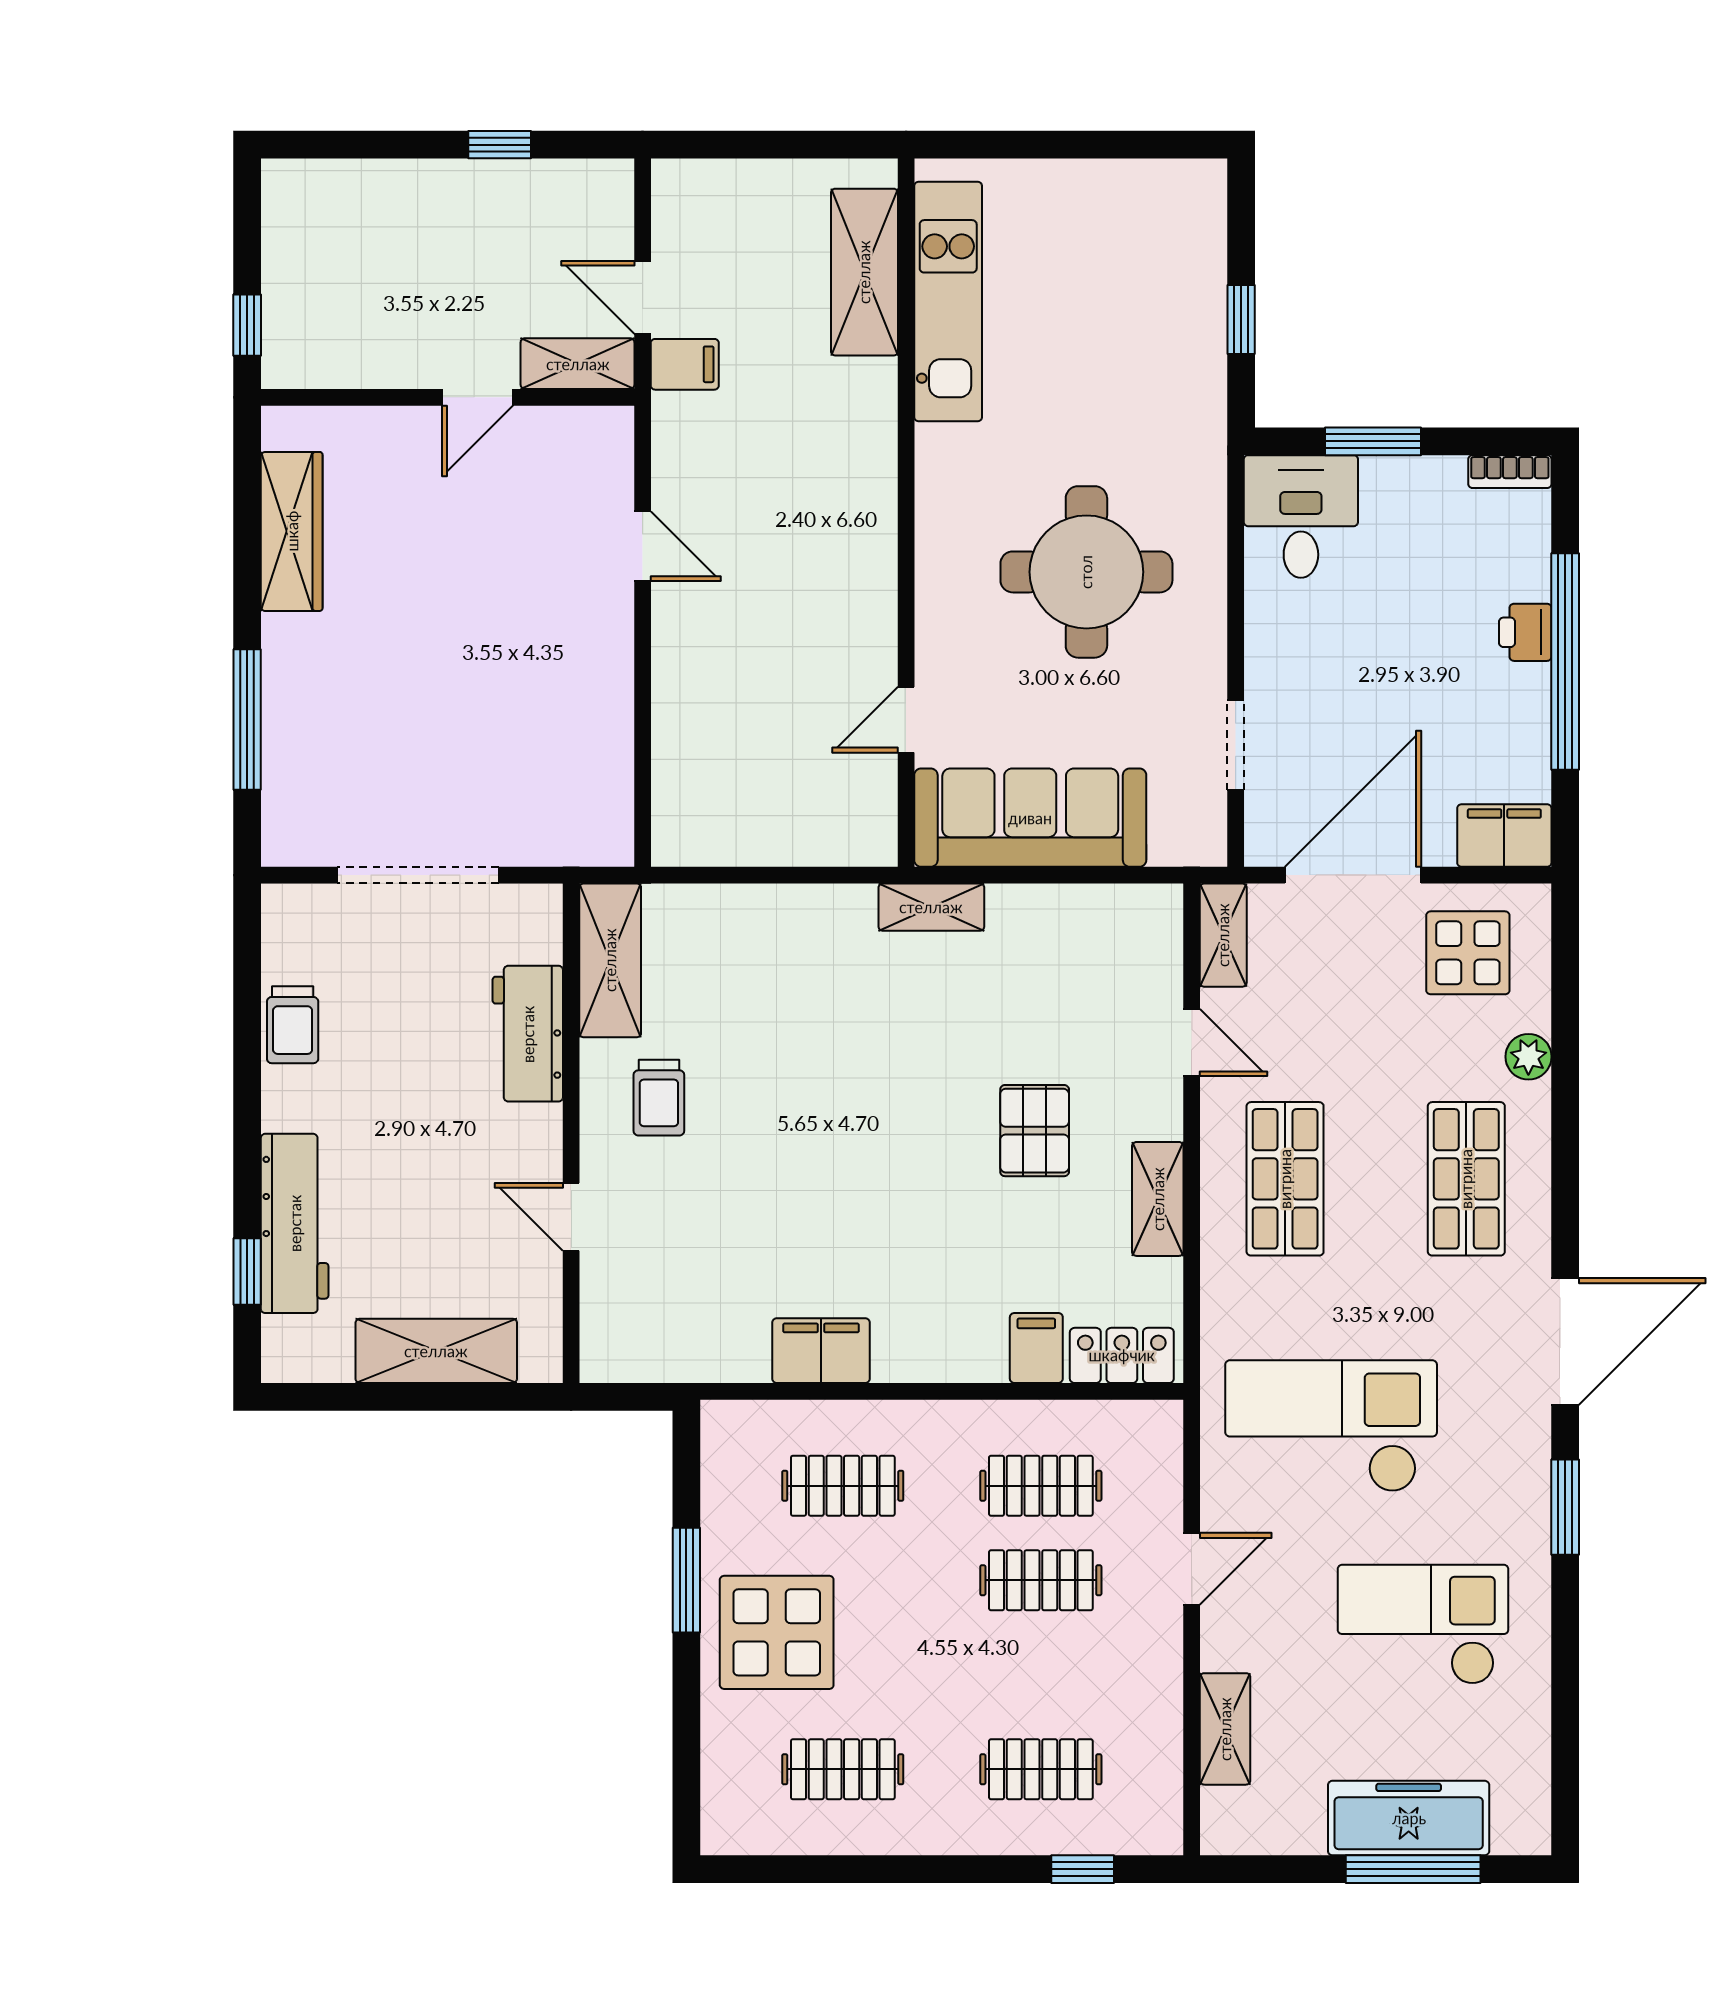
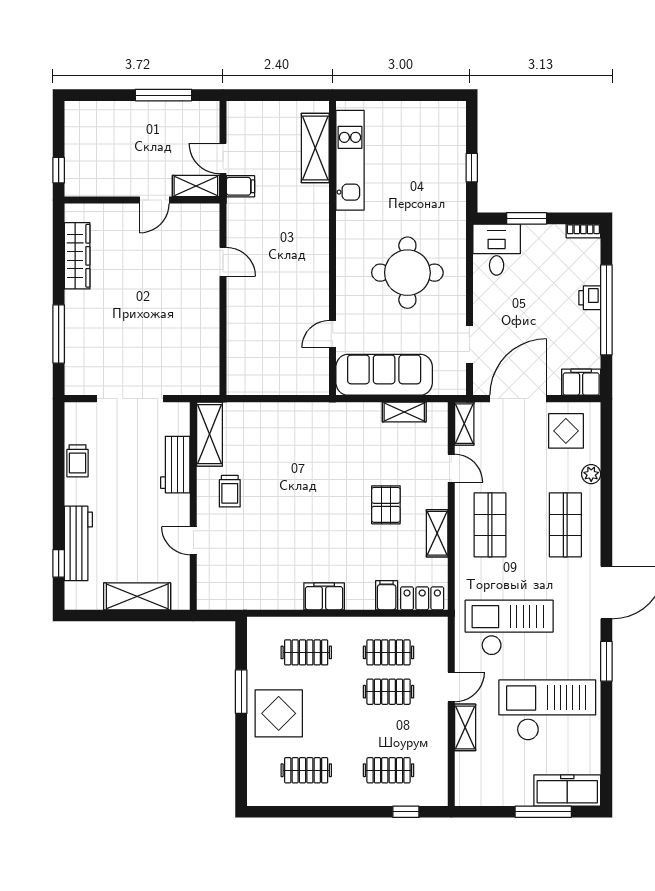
window: (500, 145) -> (164, 95), width x2.17
shelving: (931, 907) -> (404, 412), moved
filing cabinet: (821, 1351) -> (324, 596), moved
checkout: (1423, 1625) -> (547, 710), width x1.36, depth x1.21
shelving: (1225, 1729) -> (465, 727), moved
freezer: (1409, 1818) -> (567, 791), moved

